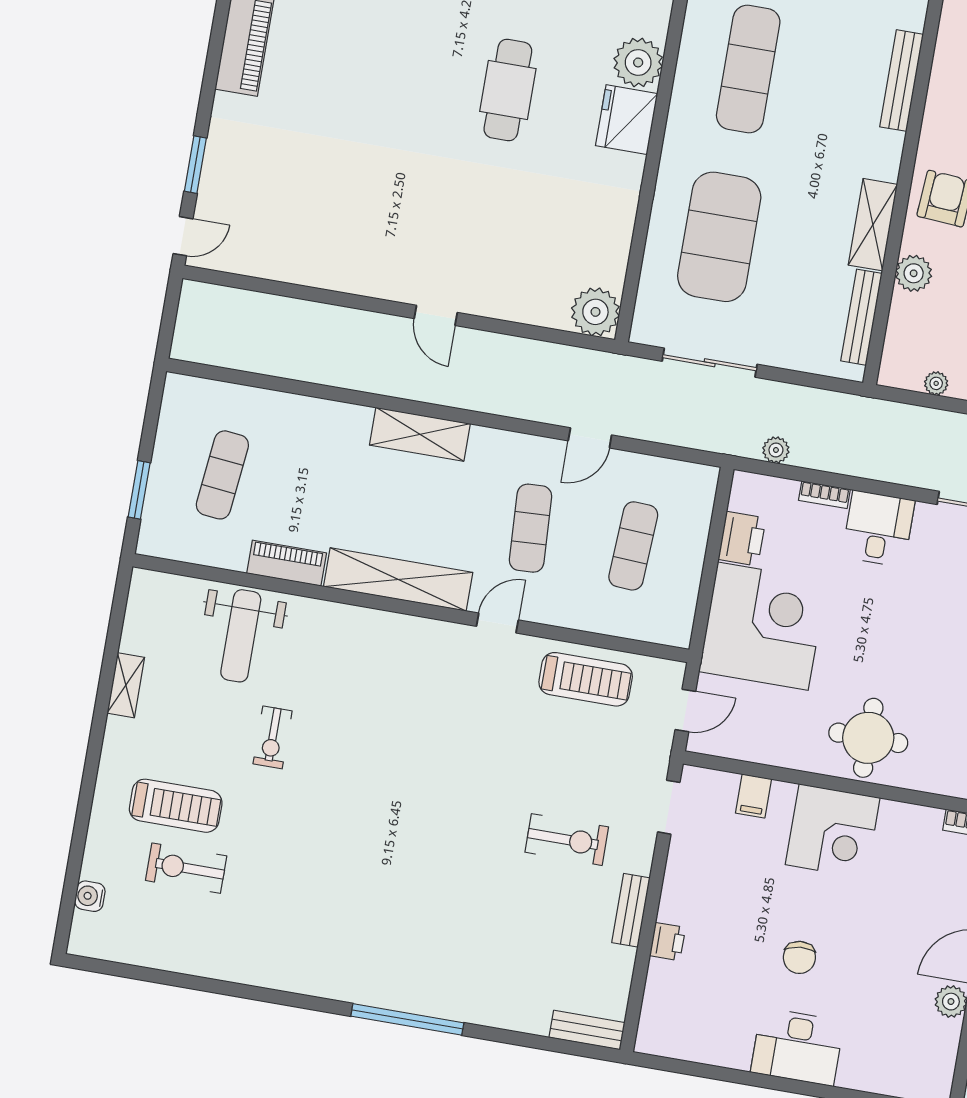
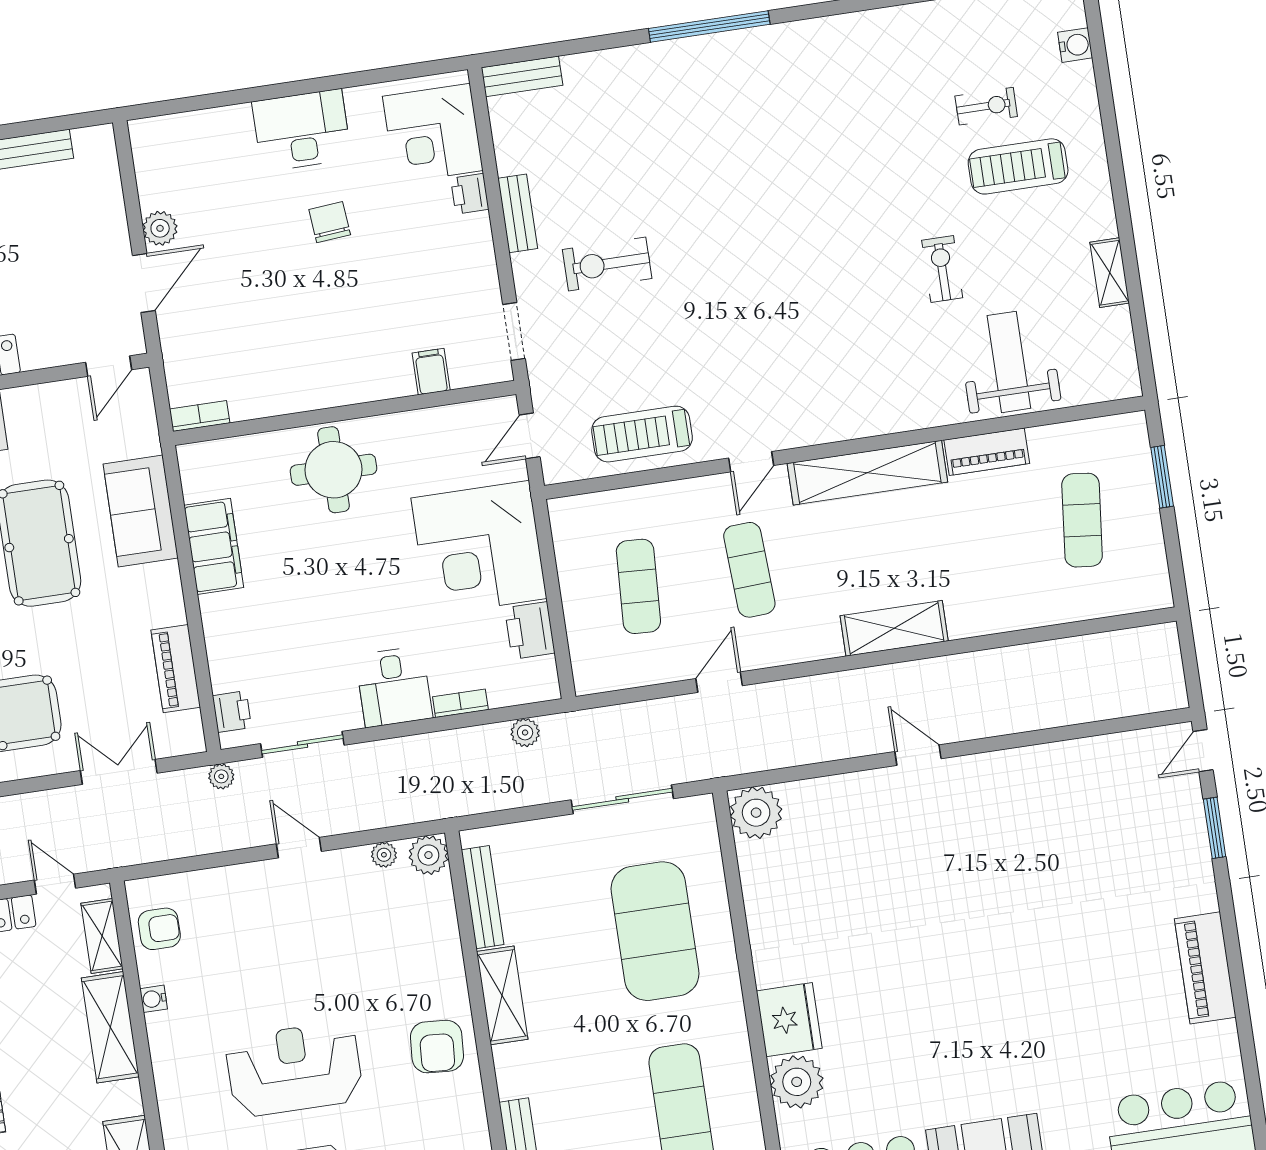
cafe table: (508, 90) -> (920, 1010), removed
plant: (914, 273) -> (428, 855), moved
corner desk: (833, 831) -> (433, 133), moved, turned -90
exercise bike: (186, 868) -> (986, 106), width x0.73, depth x0.72

